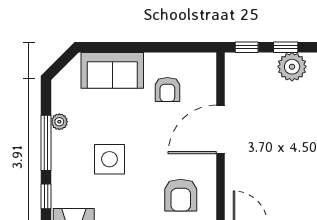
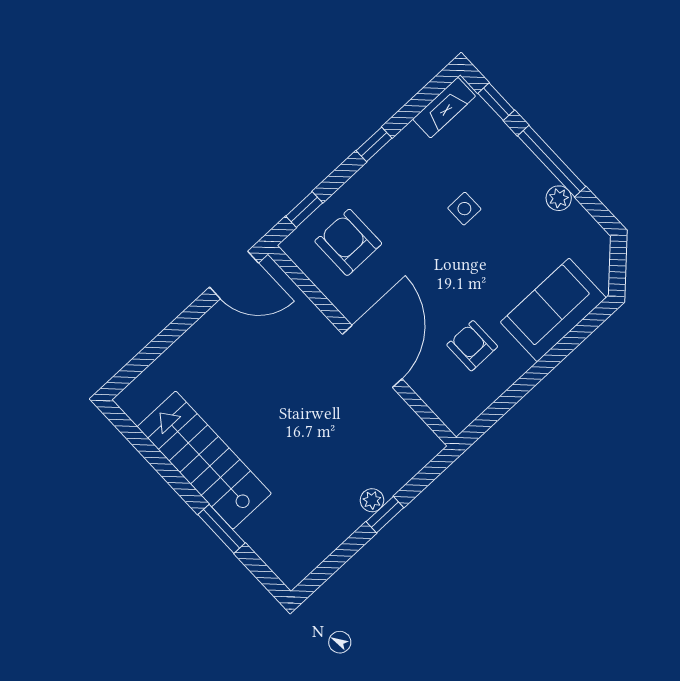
window: (247, 47) -> (428, 474), removed
plant: (292, 67) -> (372, 500), width x0.53, depth x0.53
side table: (109, 159) -> (464, 209), width x0.54, depth x0.54

